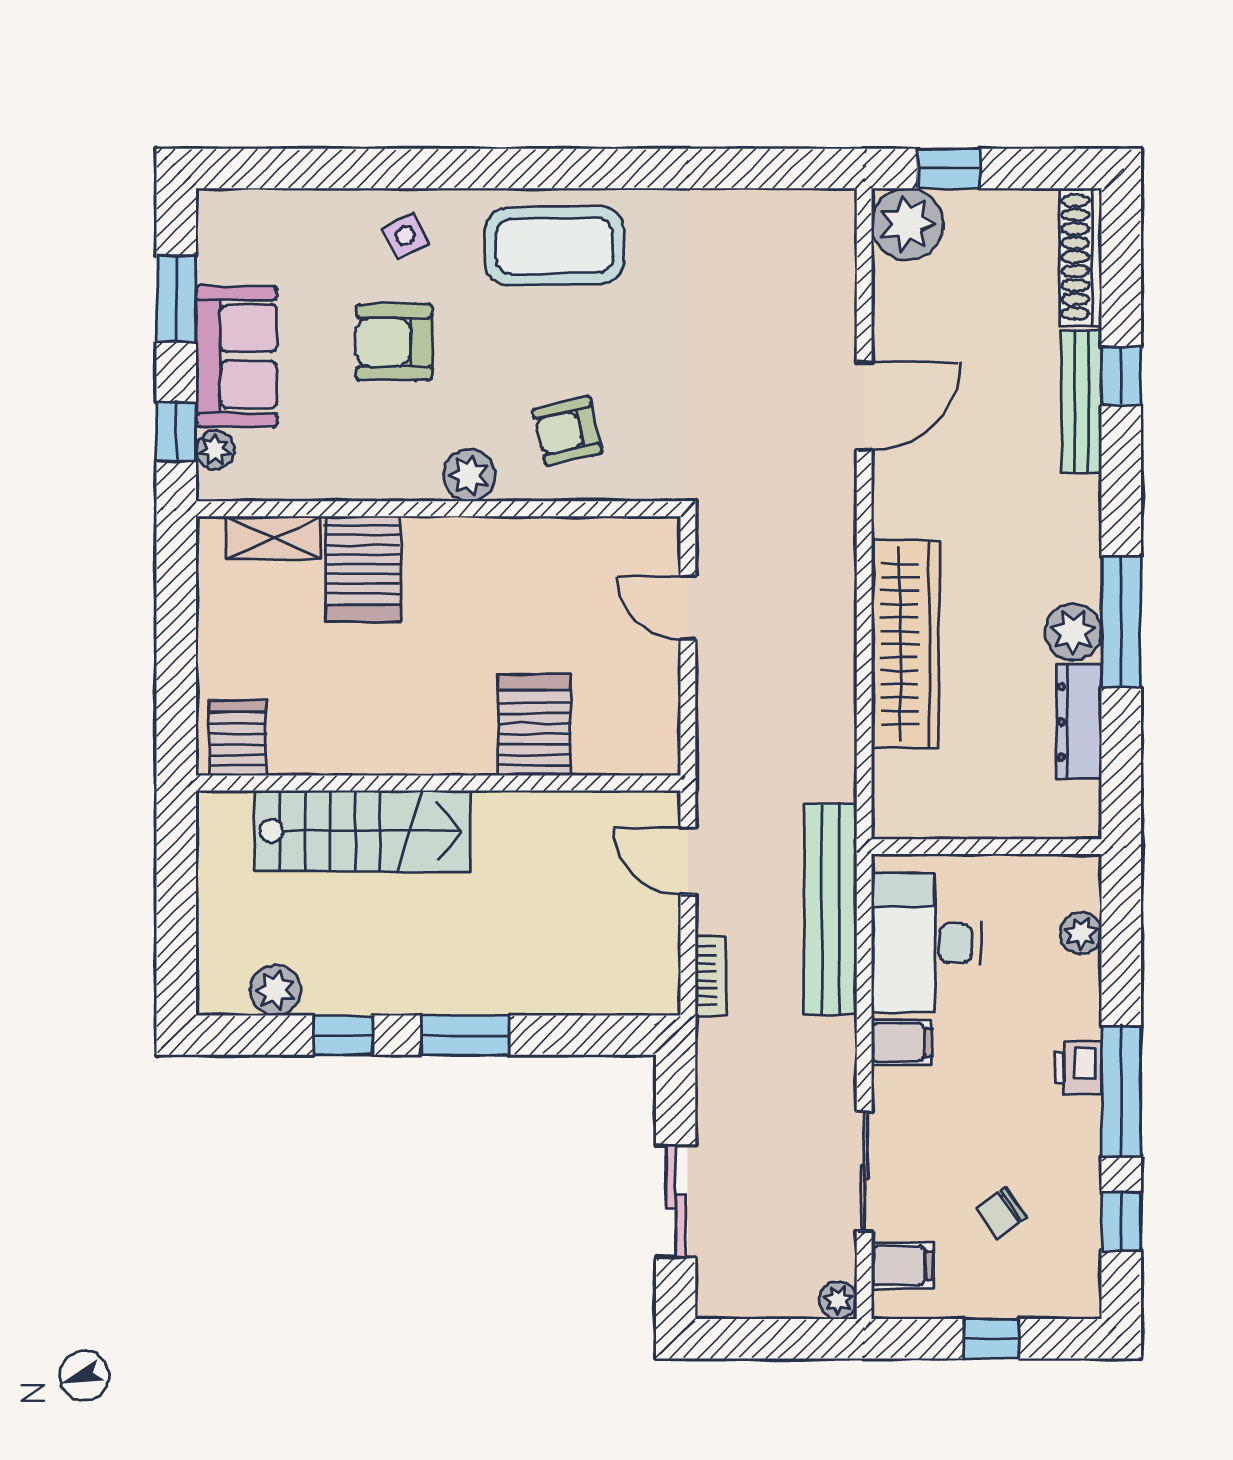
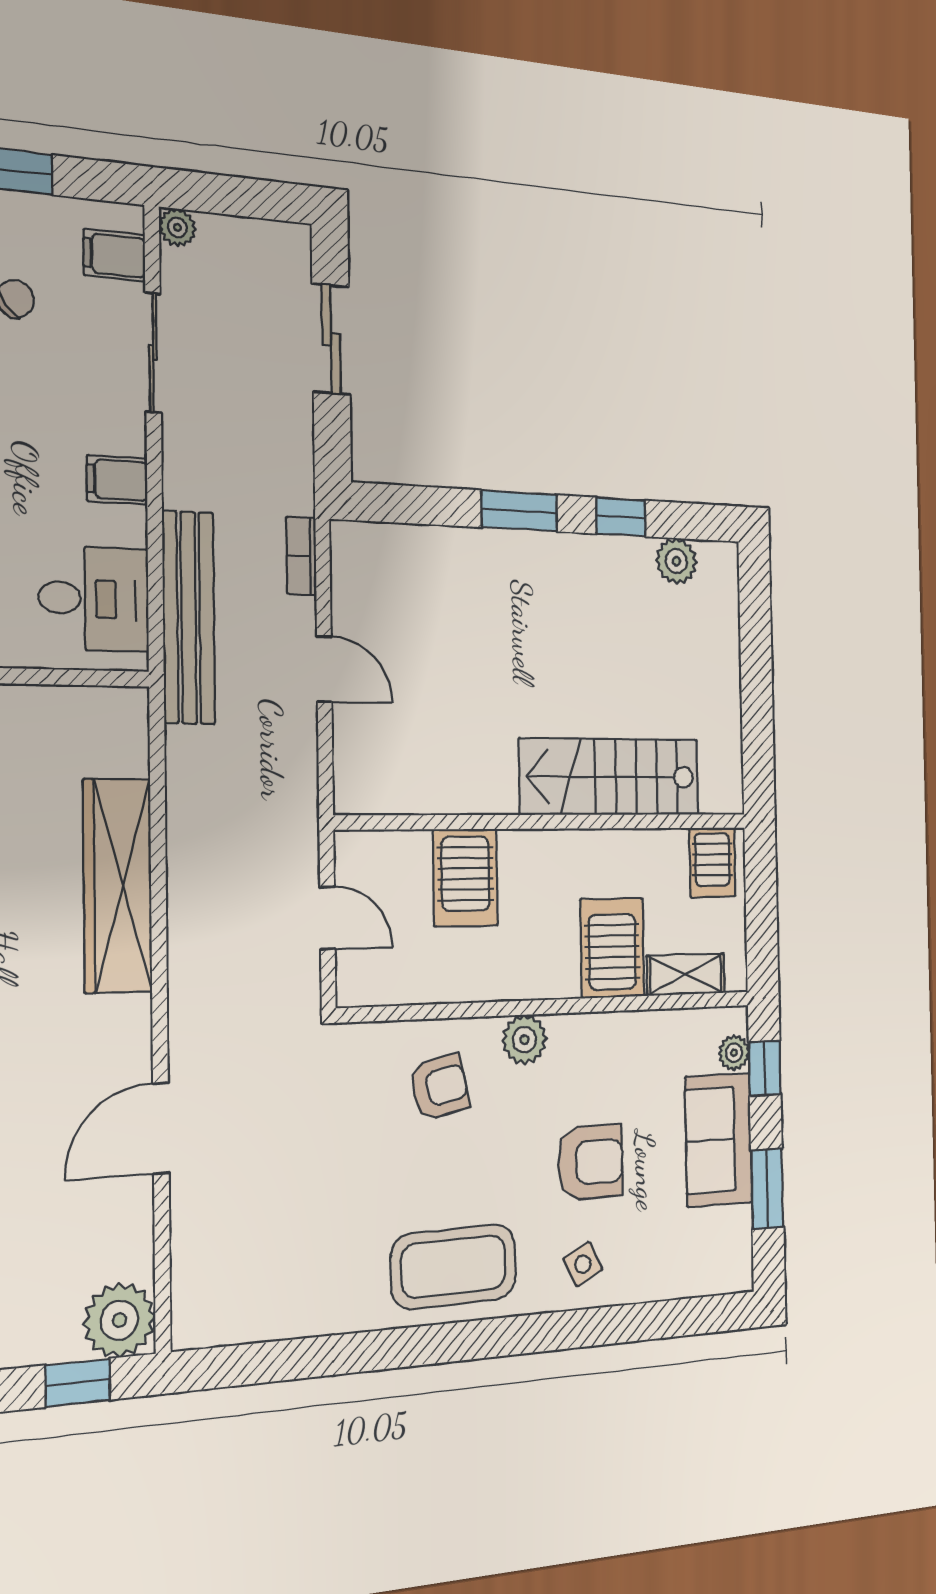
server rack: (534, 725) -> (465, 878), moved
server rack: (238, 738) -> (712, 862), moved
wall: (438, 783) -> (547, 822), moved
stairs: (362, 831) -> (610, 777), moved
desk: (926, 943) -> (94, 599), width x0.73

